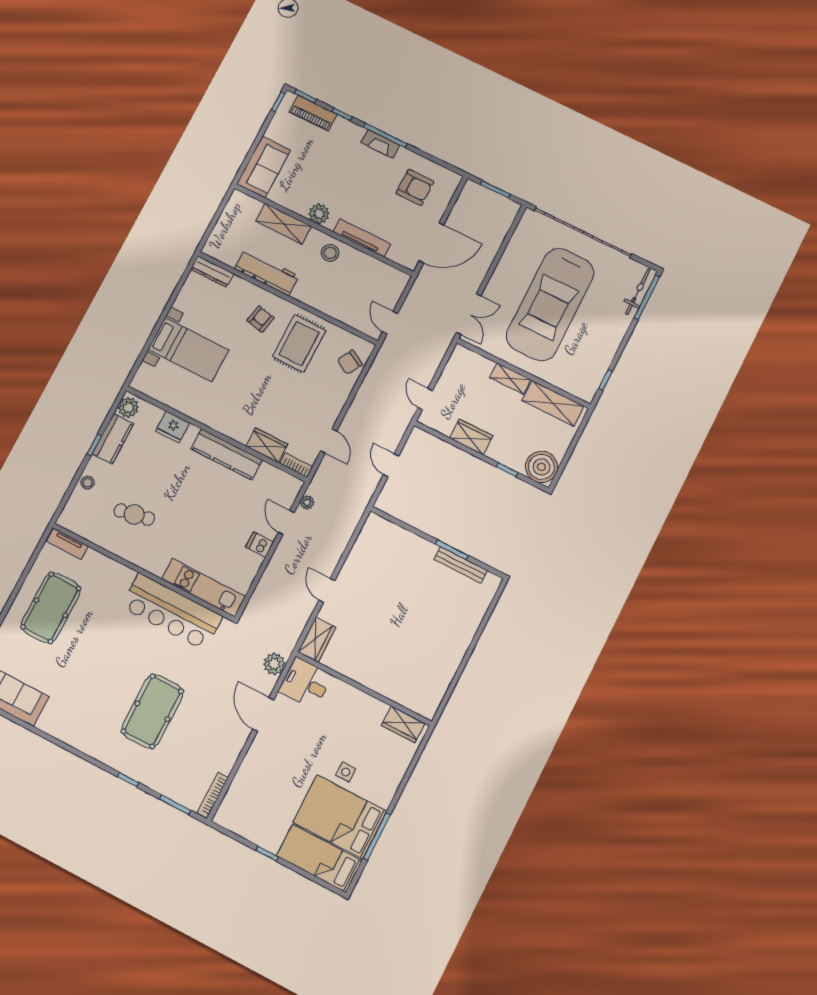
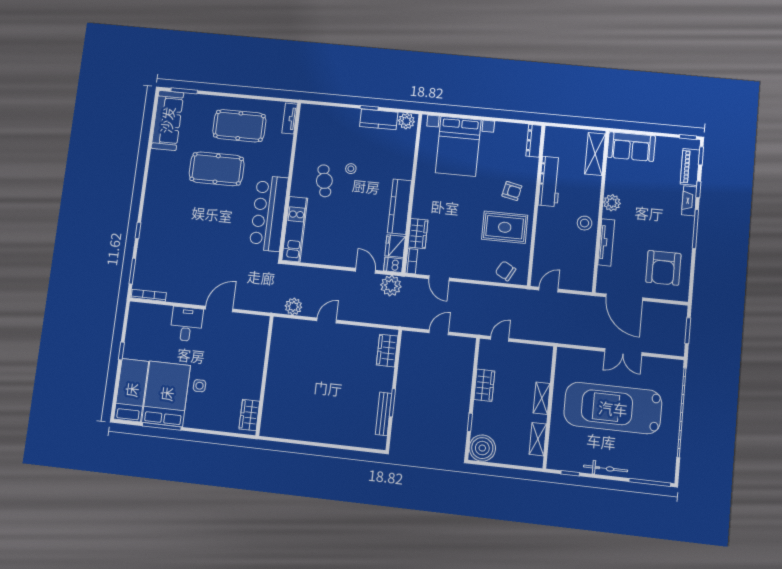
fireplace: (380, 144) -> (689, 201), moved
armchair: (415, 187) -> (663, 268), width x1.36, depth x1.36
shelving: (283, 224) -> (595, 154), moved
bicycle: (638, 292) -> (606, 468), moved
double door: (469, 314) -> (623, 352), moved
bed with nightstands: (188, 350) -> (458, 146), width x1.36
shelving: (553, 403) -> (538, 439), width x0.67, depth x0.75
fridge: (173, 427) -> (395, 246), moved
door: (329, 441) -> (439, 278), hinge flipped
stool: (88, 483) -> (351, 169), moved
plant: (307, 502) -> (391, 286), width x1.88, depth x1.88
cafe table: (134, 515) -> (324, 181), moved
door: (286, 523) -> (366, 271), hinge flipped
dishwasher: (260, 545) -> (393, 265), moved, turned -90
wardrobe: (317, 640) -> (387, 351), moved, turned 90
plant: (274, 664) -> (293, 306), moved
desk: (305, 683) -> (186, 324), moved
pool table: (152, 711) -> (217, 169), moved

